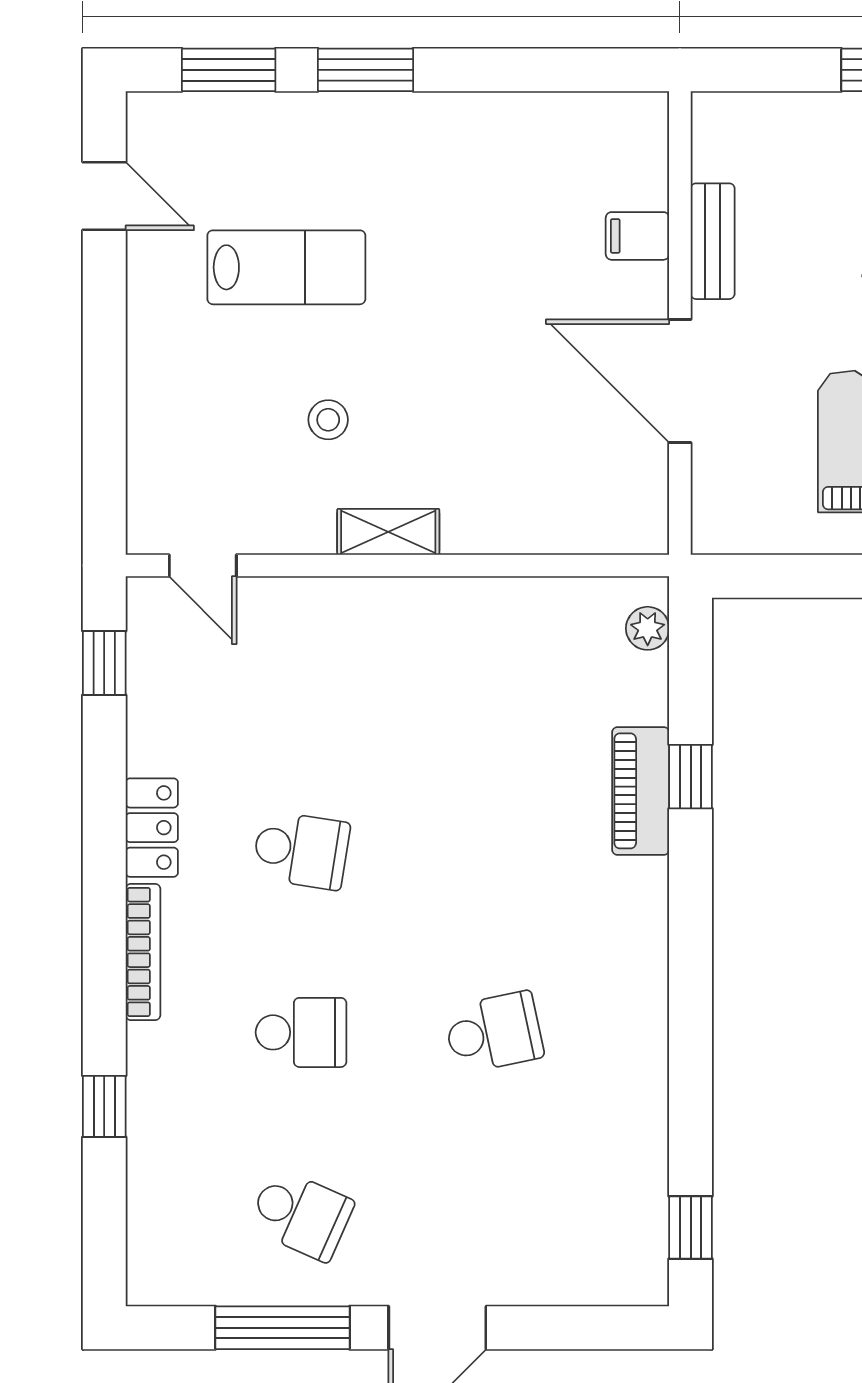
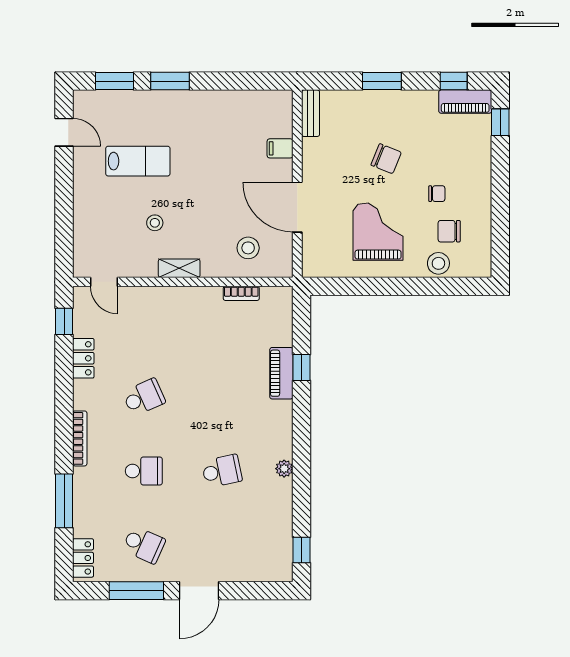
bench: (713, 241) -> (311, 113), moved
stool: (558, 482) -> (248, 248), added
bookcase: (542, 594) -> (241, 293), added
plant: (648, 628) -> (284, 469), moved
locker: (152, 828) -> (83, 358), moved
school desk: (301, 850) -> (144, 397), turned -33
window: (104, 1106) -> (64, 501), width x2.17
locker: (151, 1247) -> (83, 558), added

